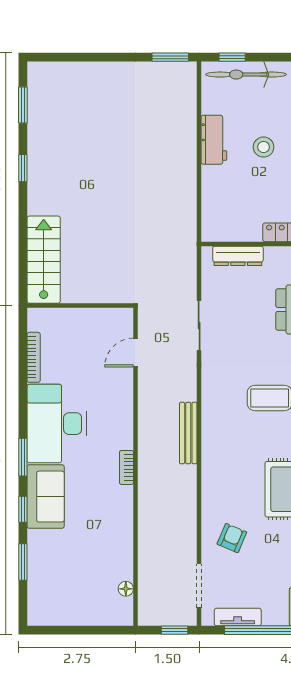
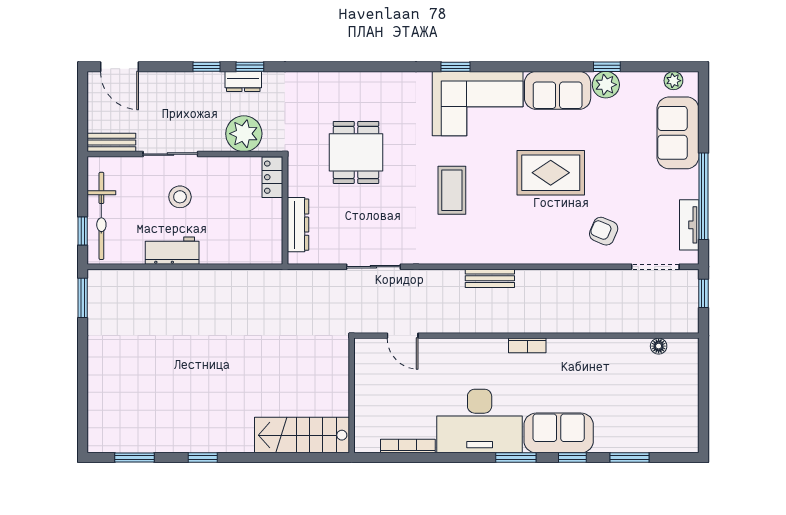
bench: (188, 433) -> (490, 278), width x0.73

